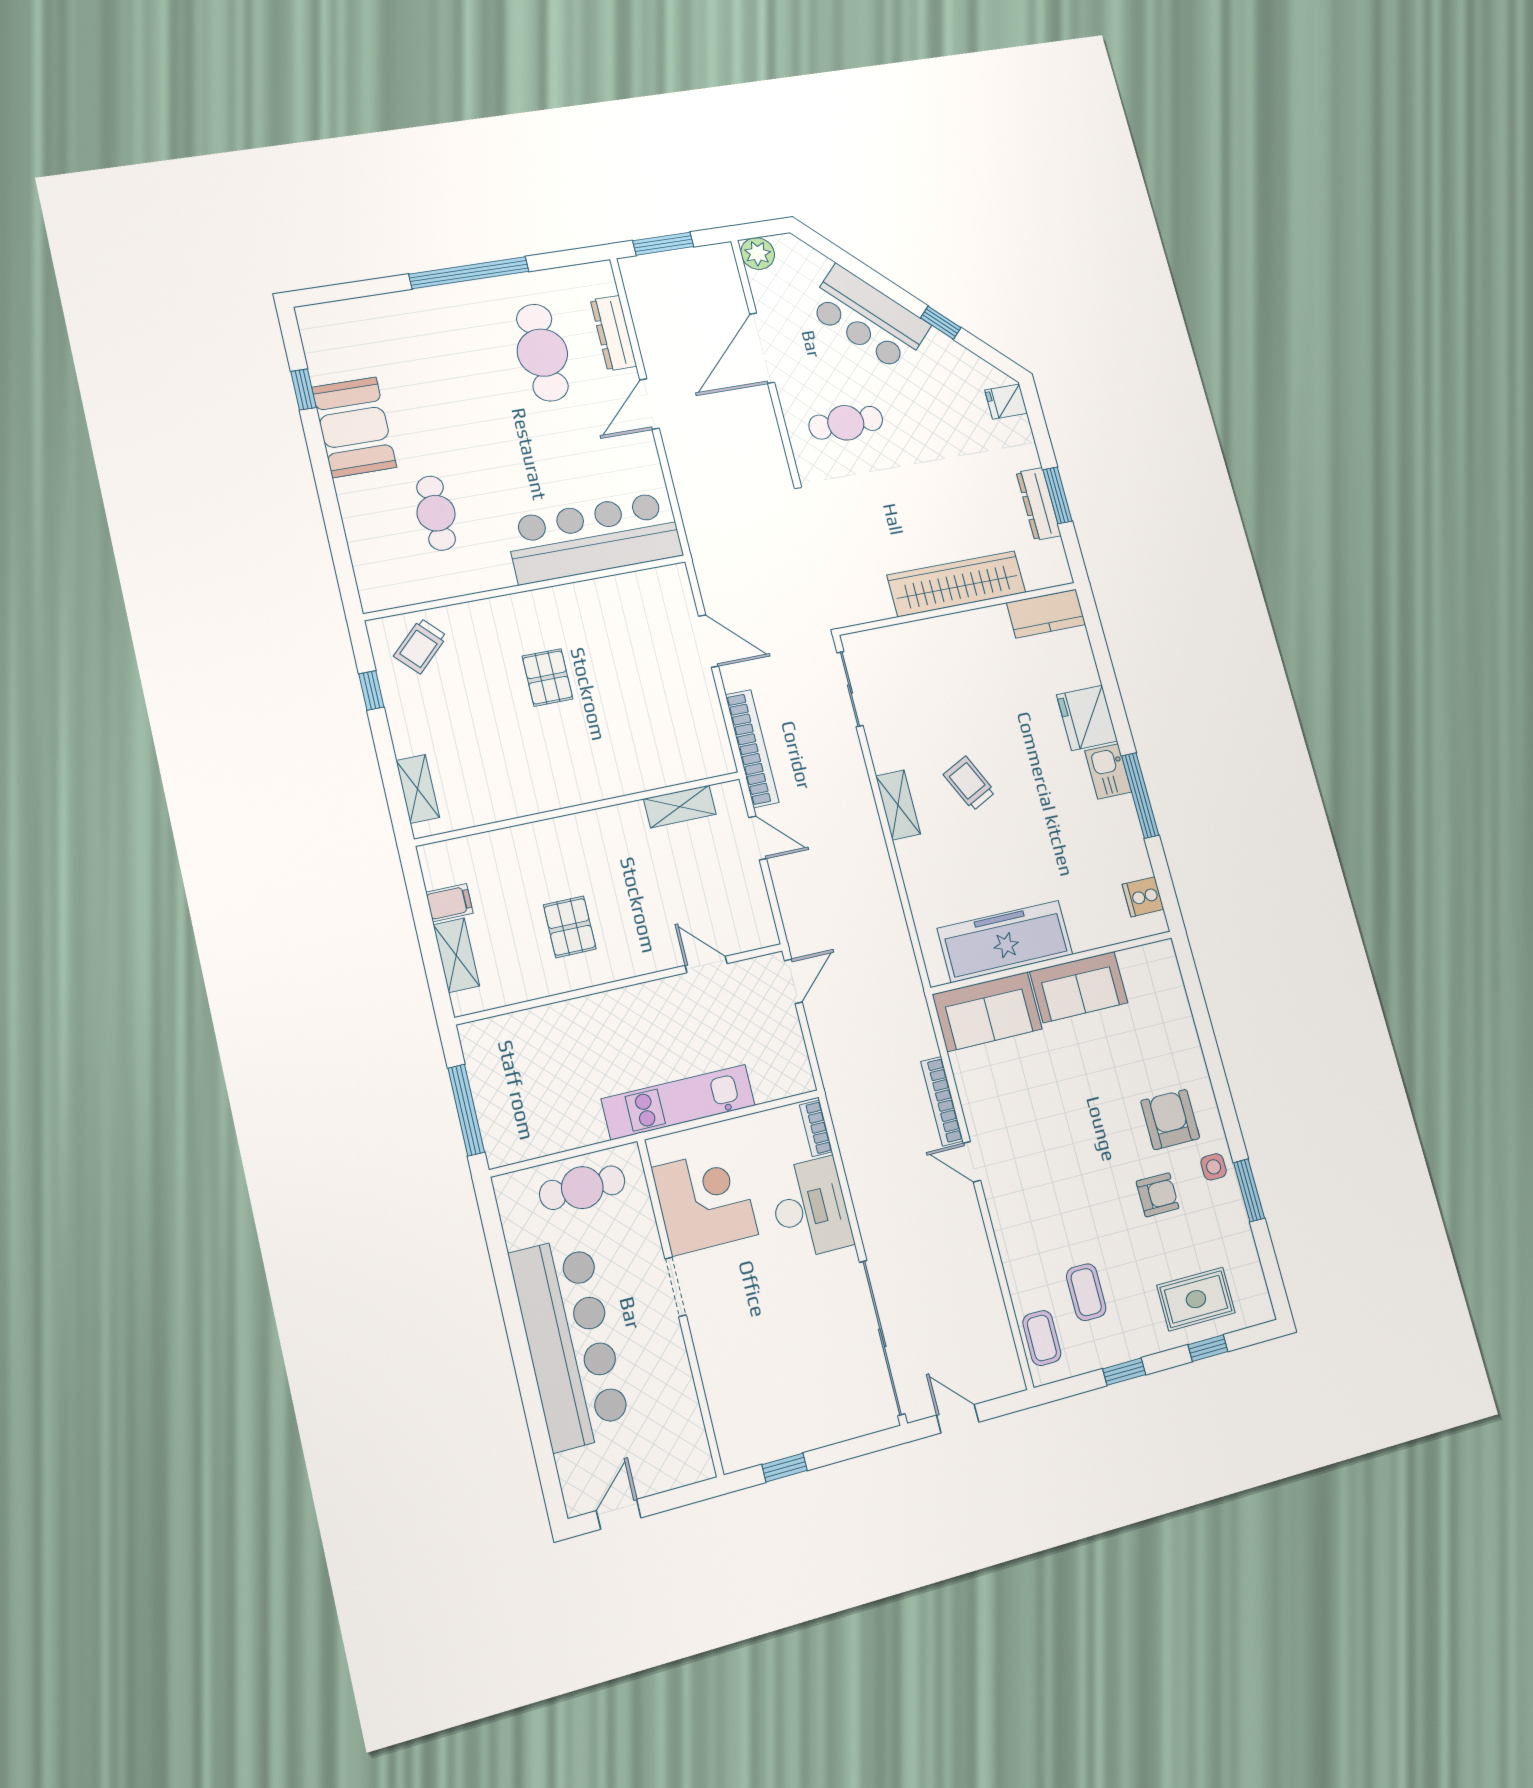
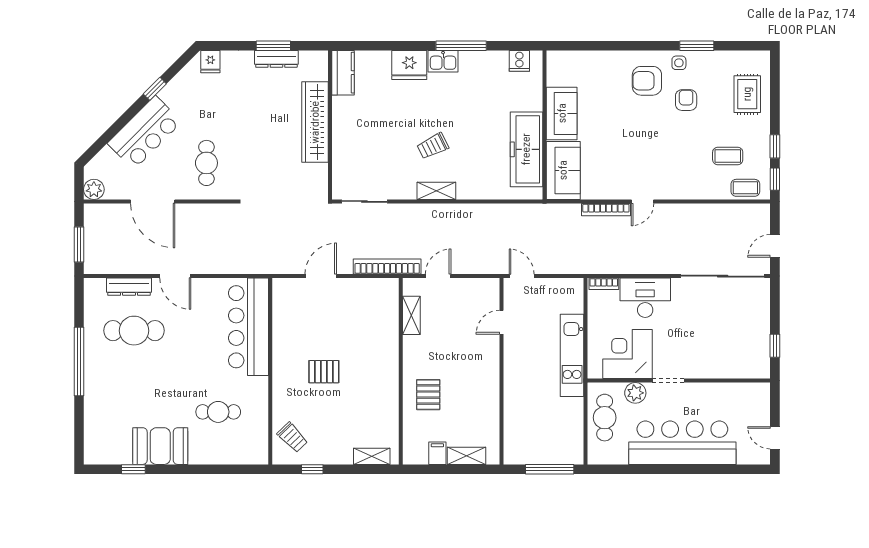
pallet: (570, 927) -> (428, 395), moved, turned 90
plant: (639, 1233) -> (635, 393), added
window: (1208, 1348) -> (775, 179), moved

